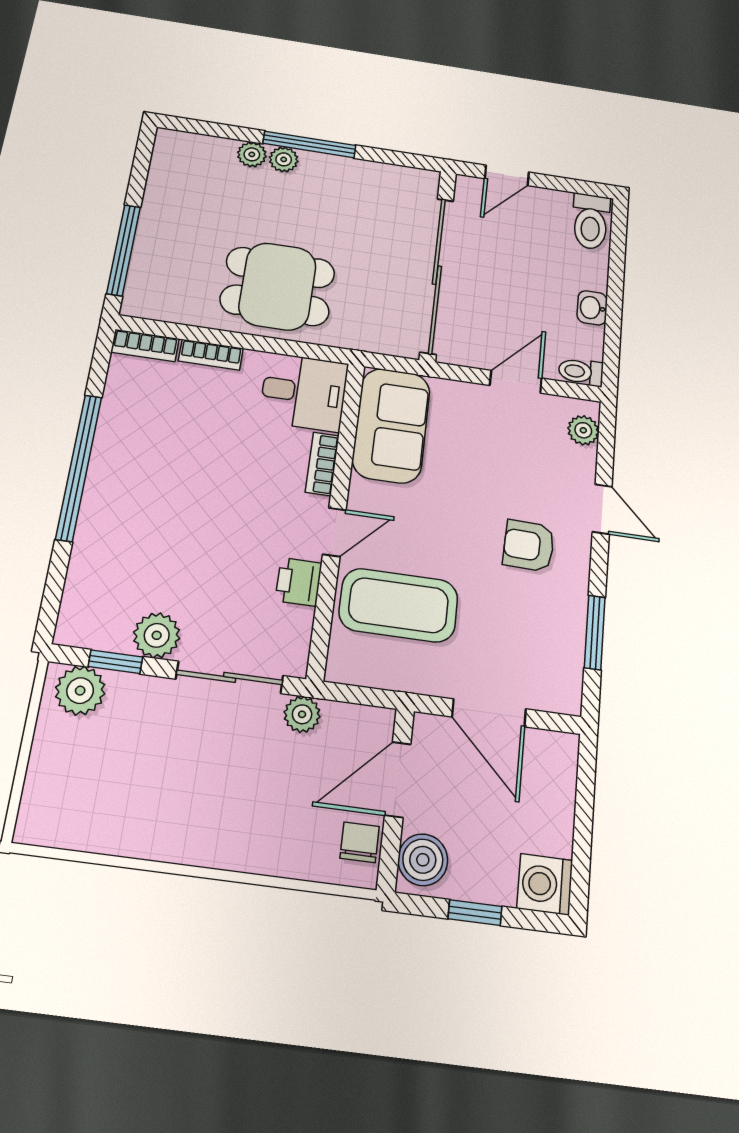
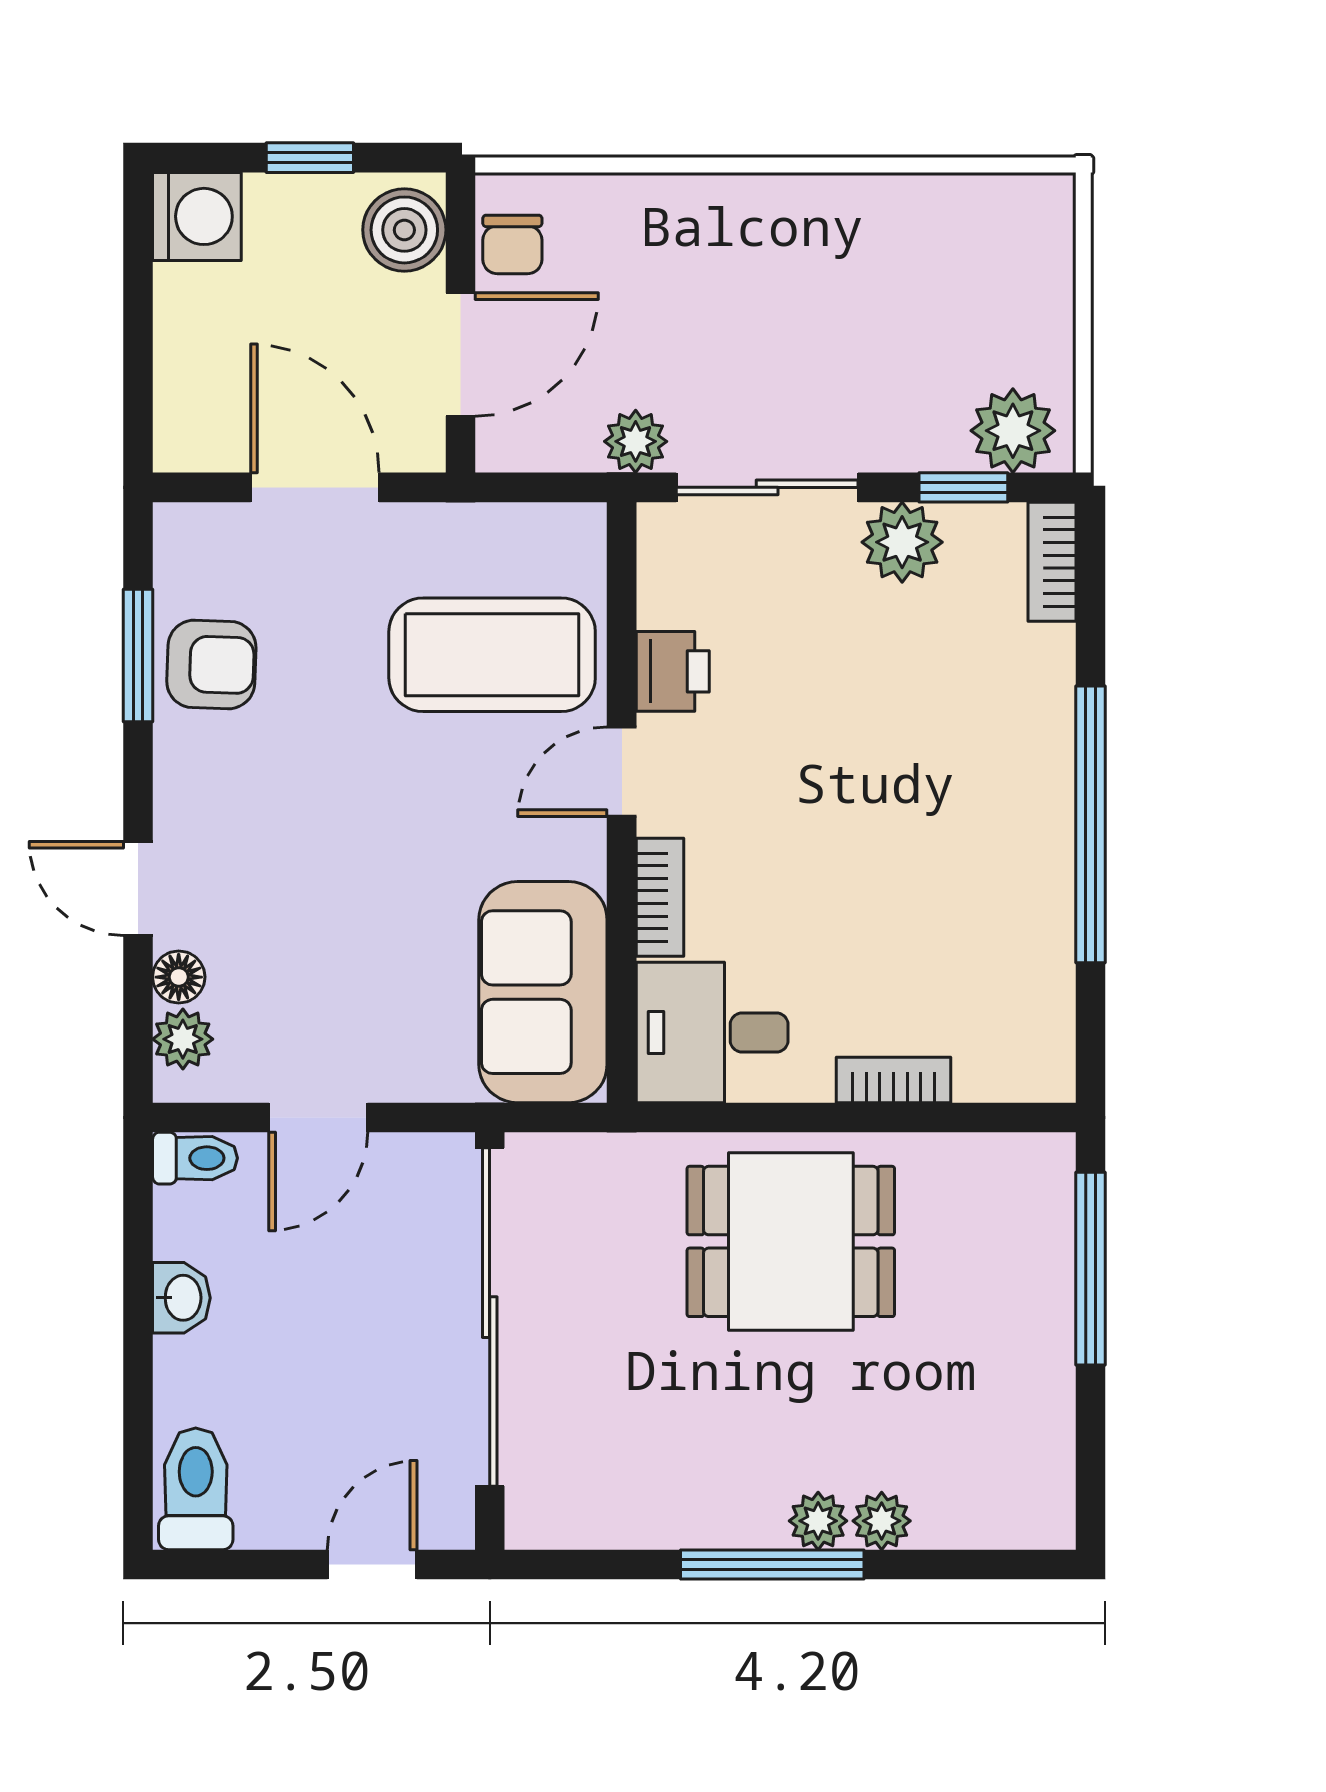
bookcase: (145, 345) -> (1052, 562), moved, turned -90
floor lamp: (583, 461) -> (179, 977), added
armchair: (529, 546) -> (211, 664), moved

